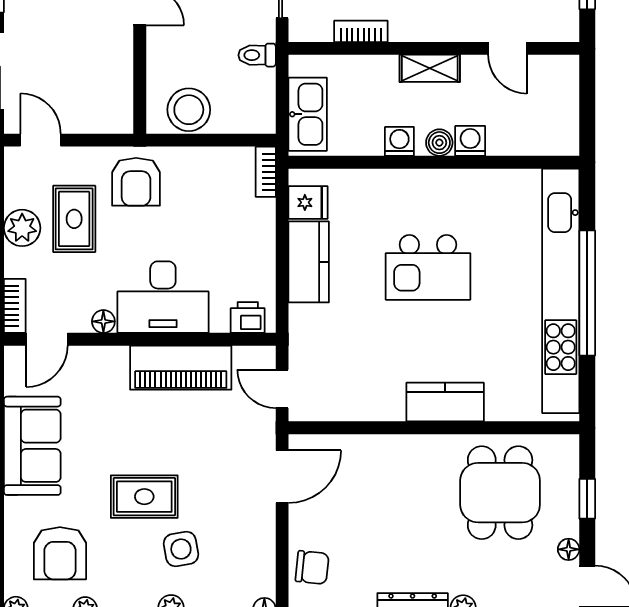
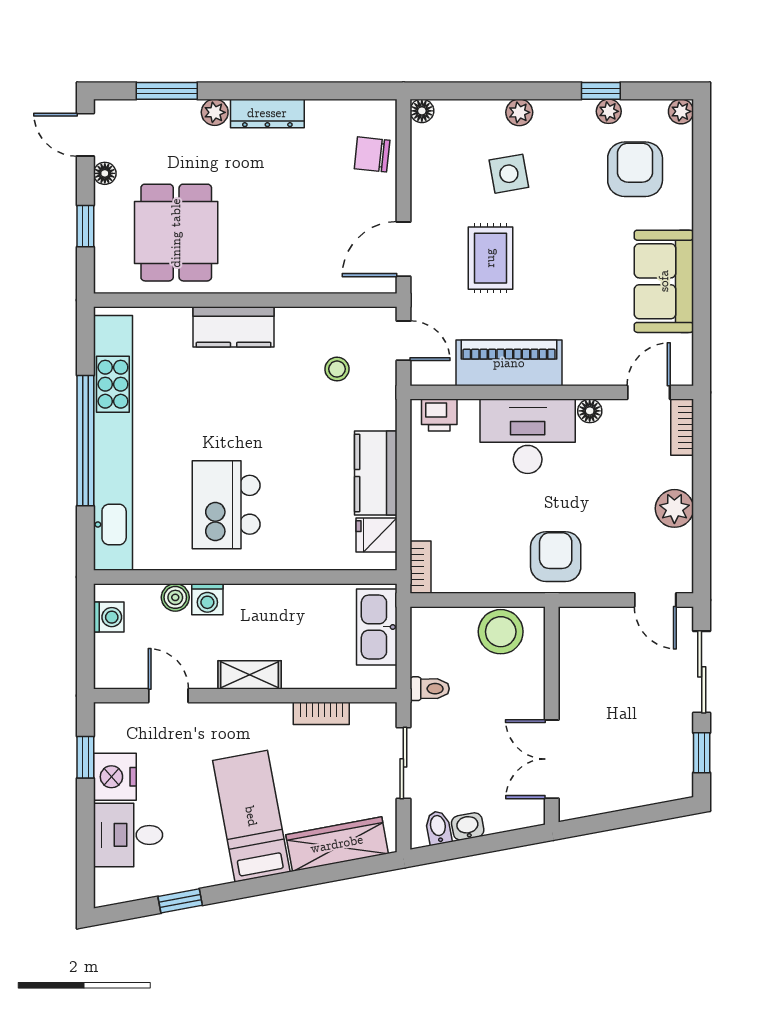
washing machine: (399, 141) -> (109, 617), moved, turned -90
boiler: (439, 143) -> (175, 597), moved
rug: (74, 219) -> (620, 518), removed
kitchen island: (428, 267) -> (226, 505), moved, turned -90
stool: (346, 362) -> (337, 369), added
rug: (144, 497) -> (490, 258), moved, turned 90

